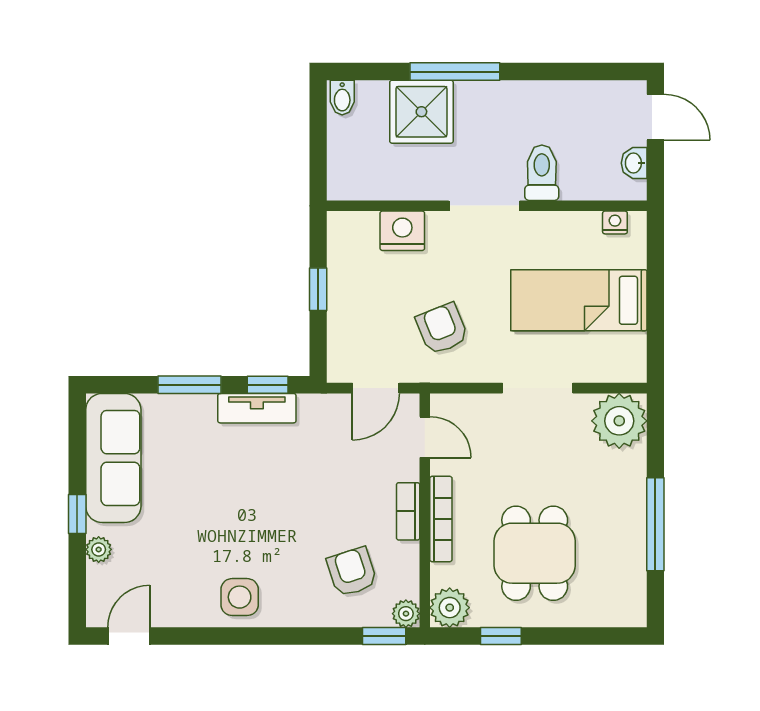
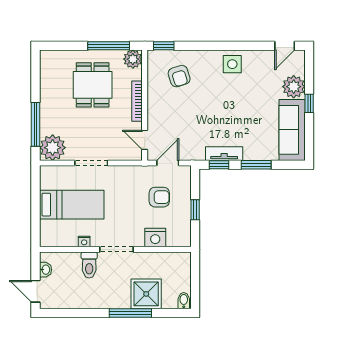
nightstand: (615, 222) -> (84, 241), moved
armchair: (442, 329) -> (159, 197), moved, turned -68
bookcase: (408, 511) -> (152, 105), removed
window: (655, 524) -> (35, 124), moved
plant: (99, 549) -> (294, 87), width x1.88, depth x1.88
plant: (406, 614) -> (154, 56), removed
window: (501, 636) -> (109, 46), width x2.17

